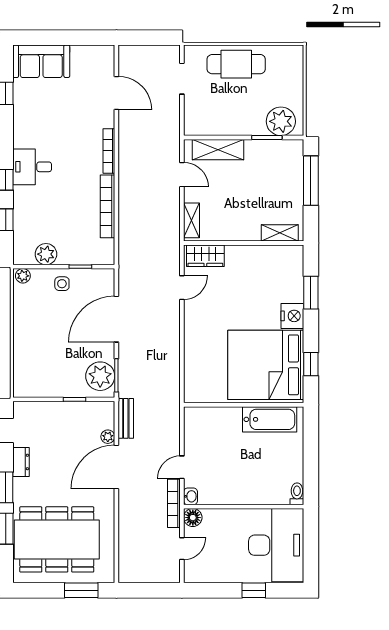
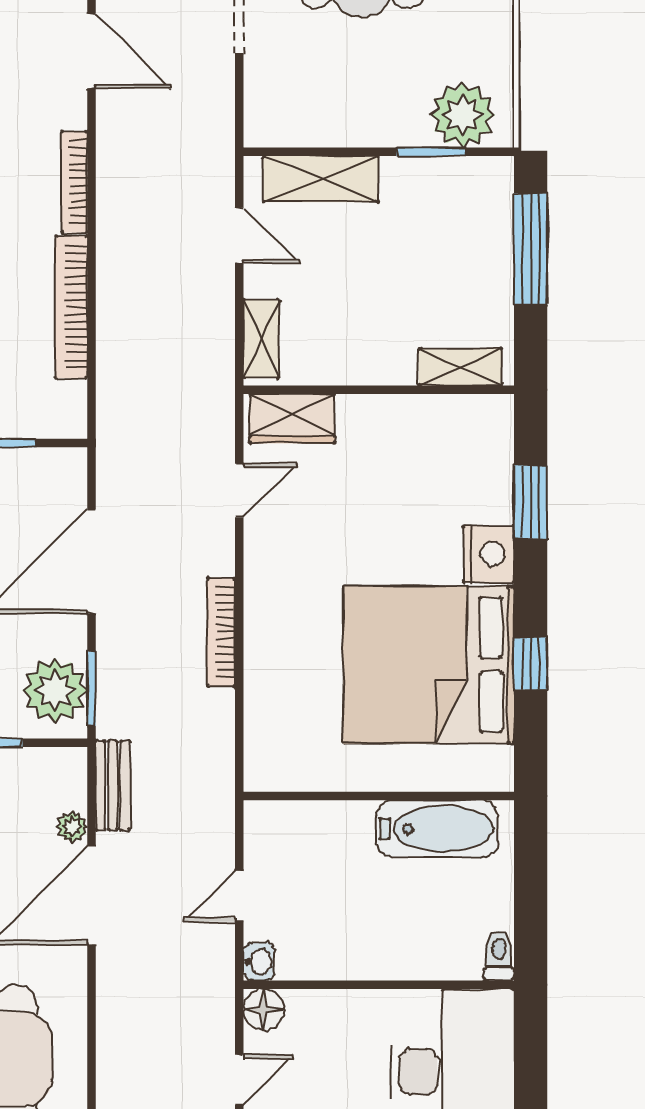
wall: (244, 405) -> (379, 796), moved
bathtub: (270, 419) -> (437, 829), moved
bookcase: (174, 503) -> (221, 632), moved

